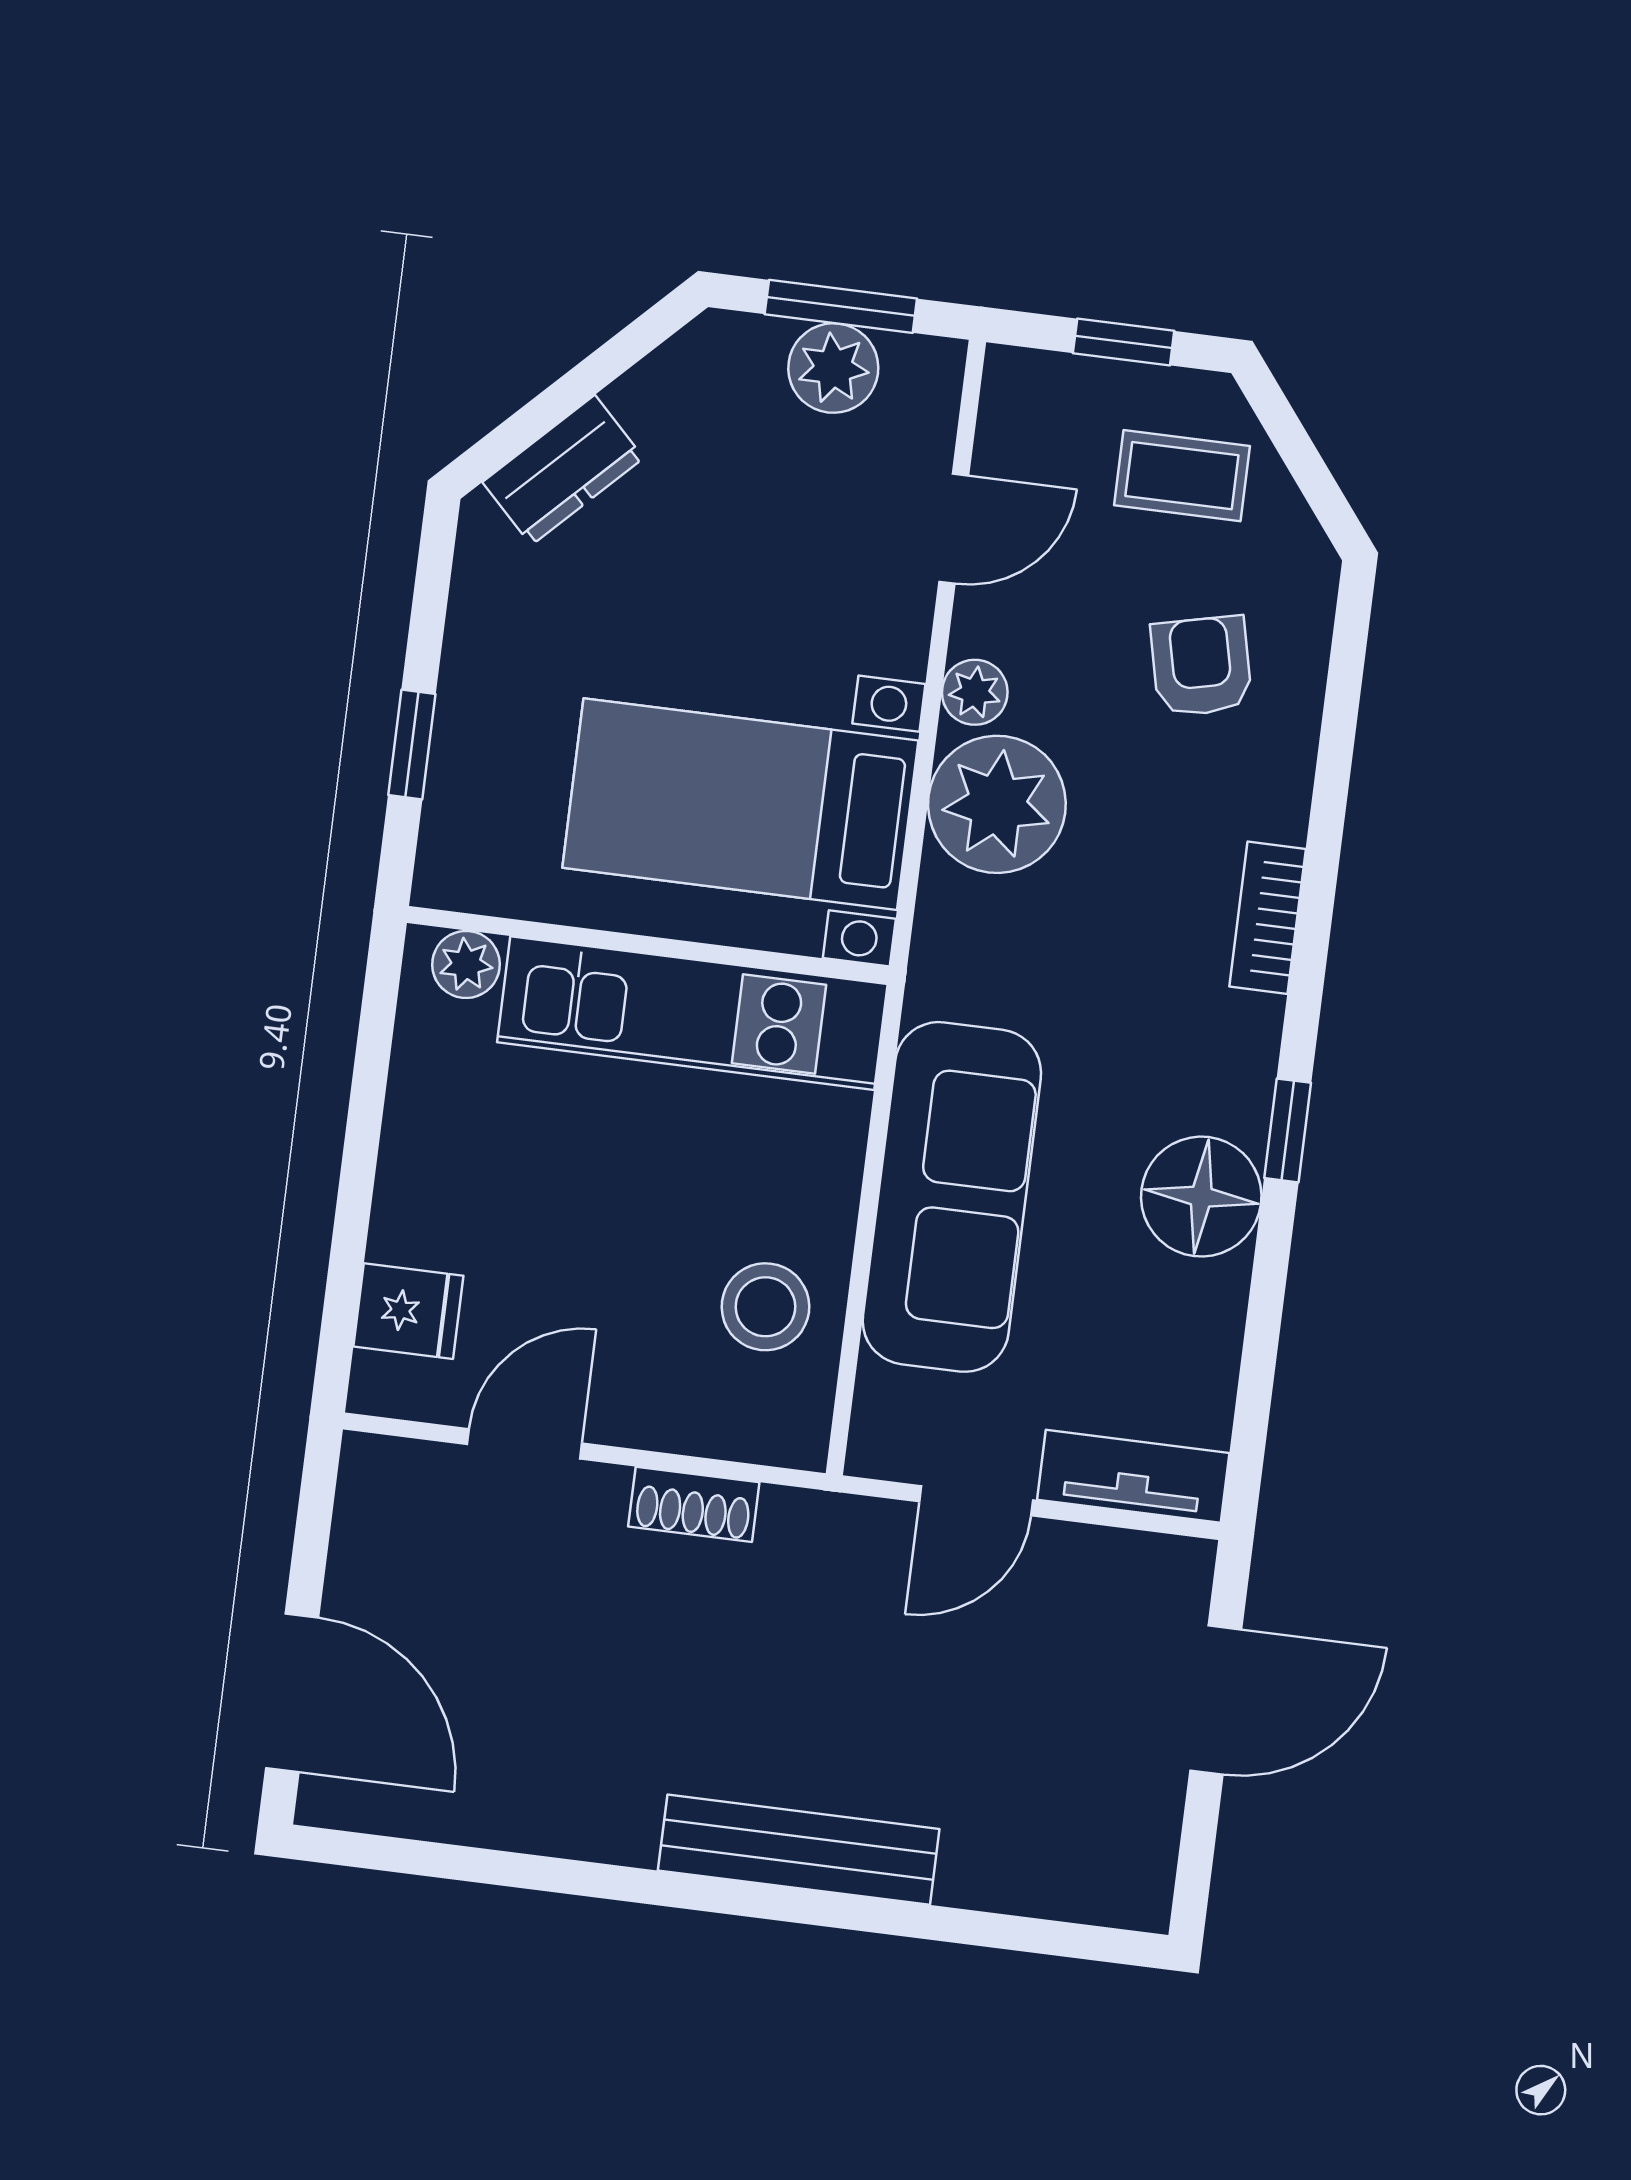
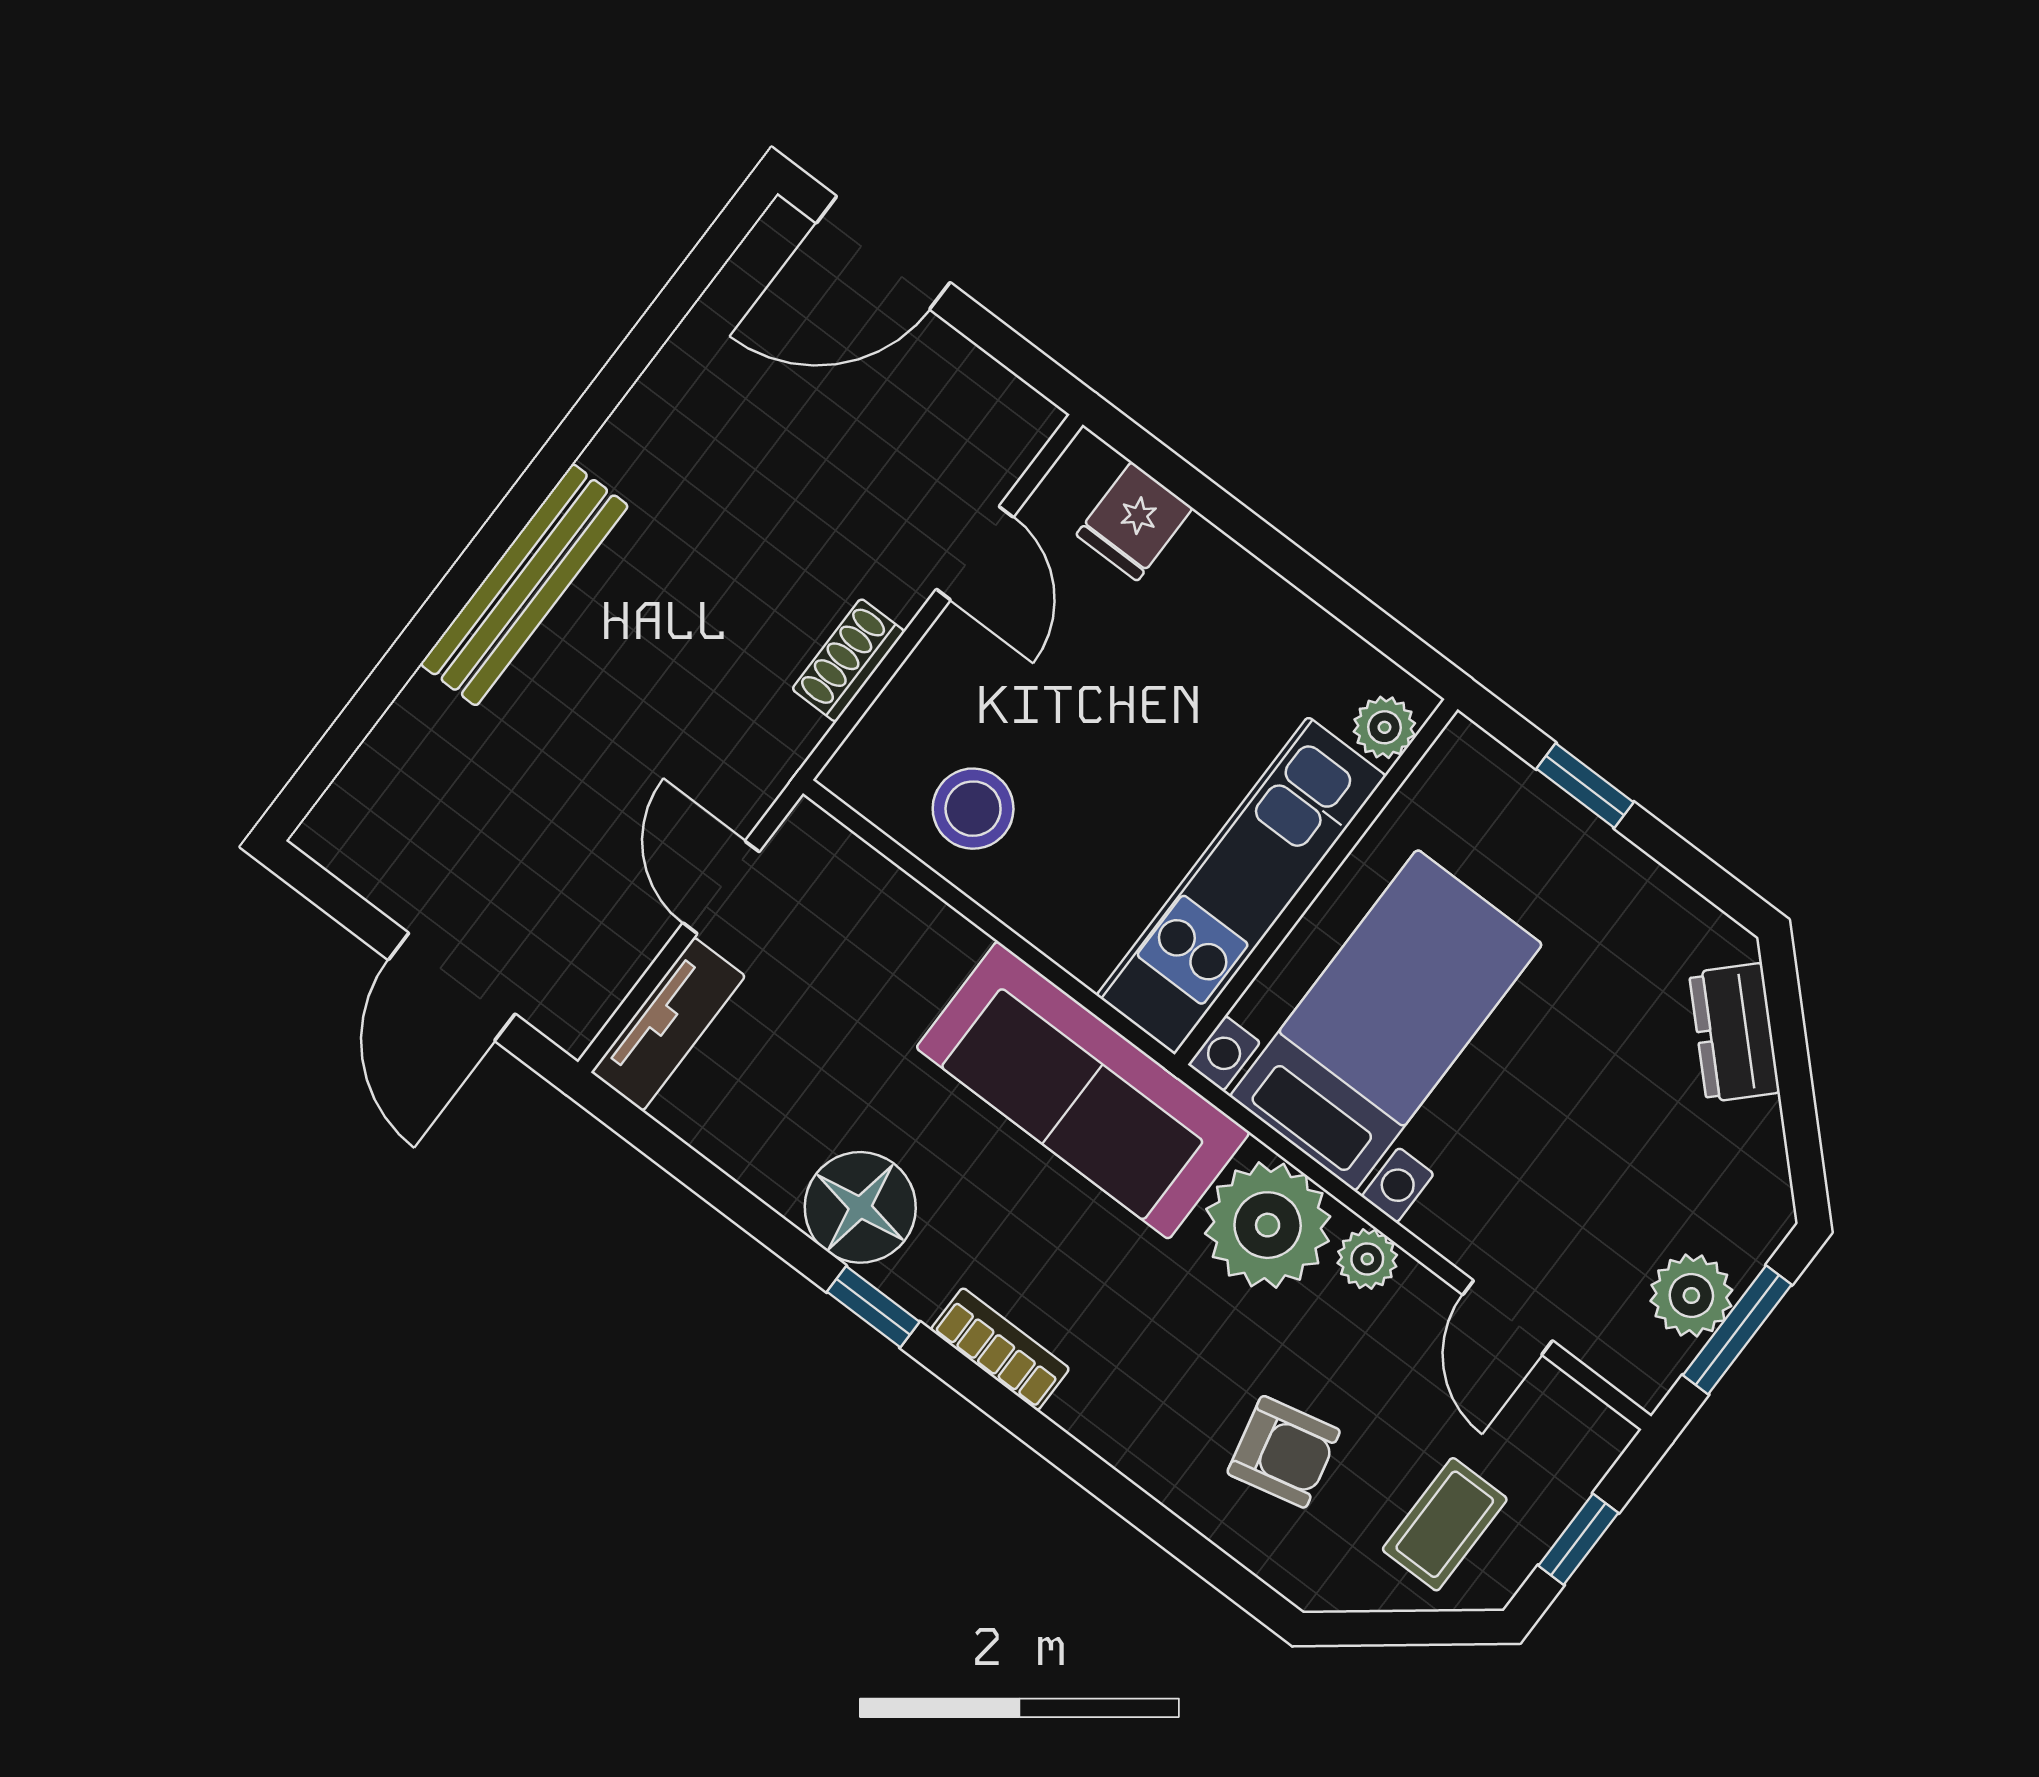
bookcase: (1268, 918) -> (1000, 1349), moved
sofa: (952, 1197) -> (1083, 1090), moved

